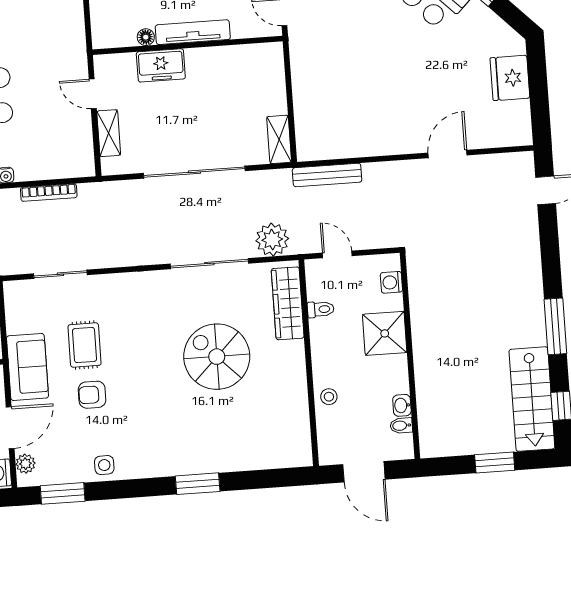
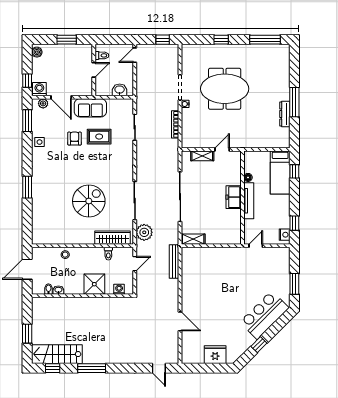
freezer: (161, 65) -> (234, 197), moved

